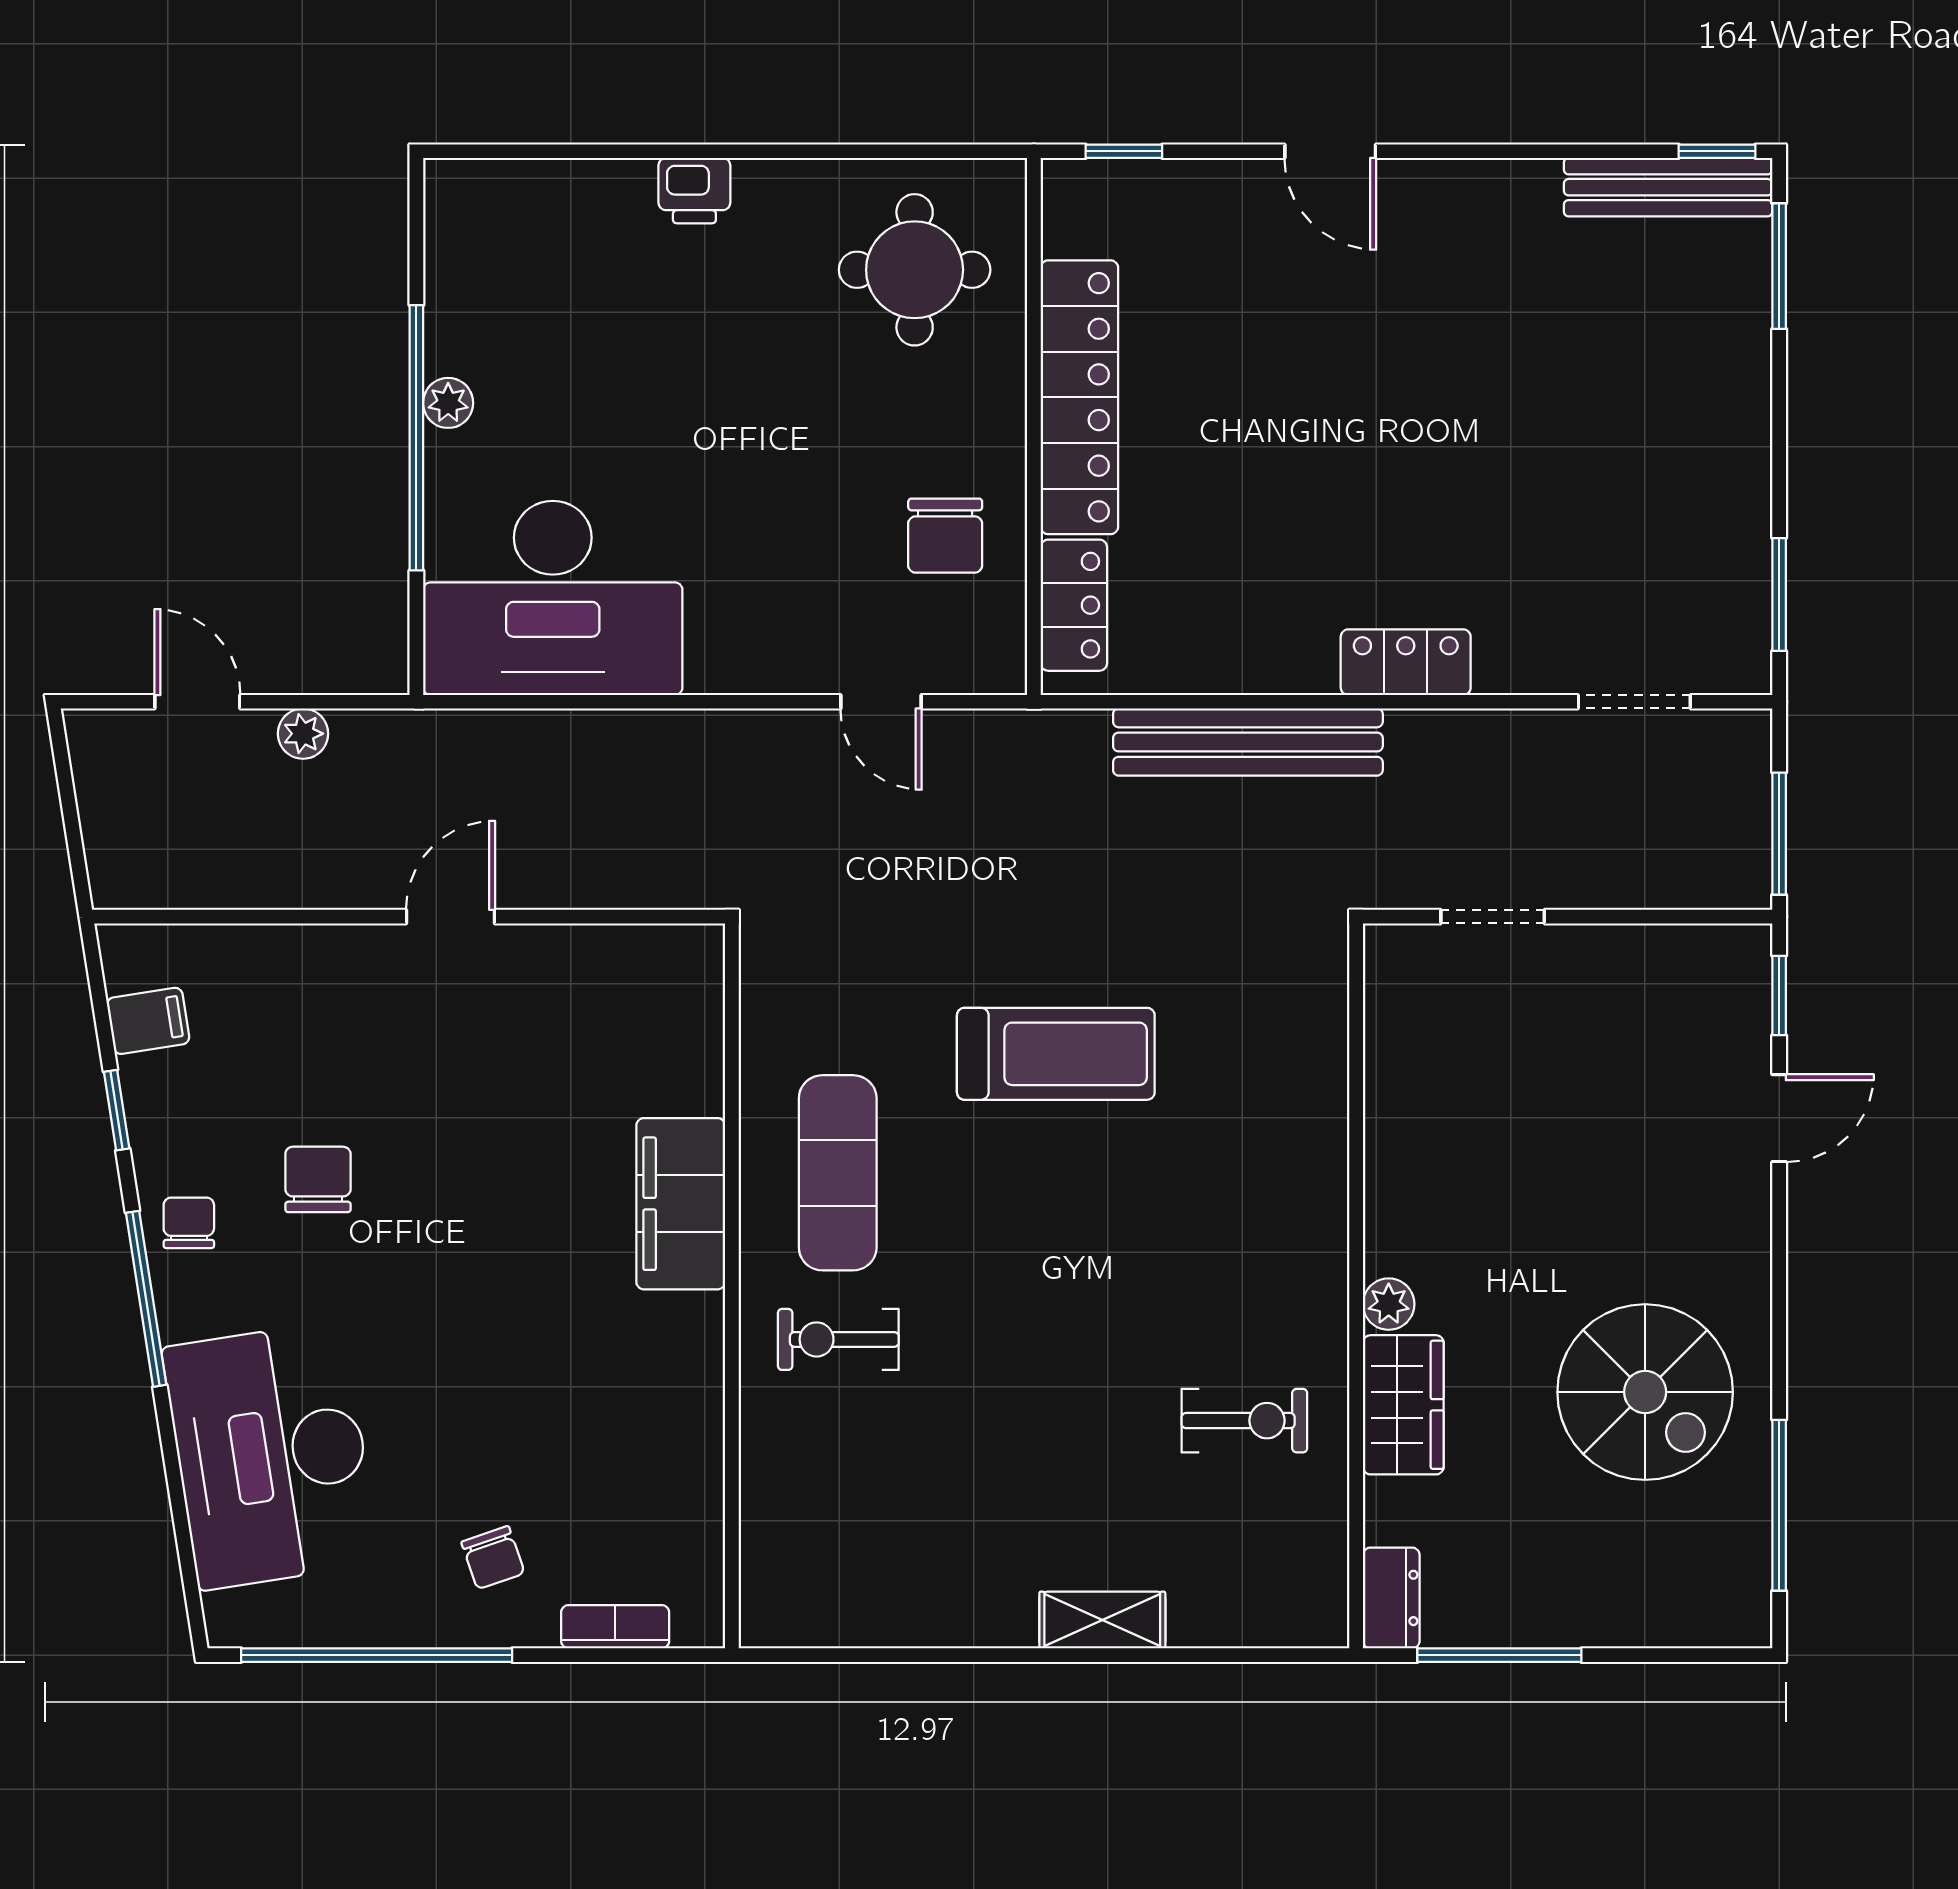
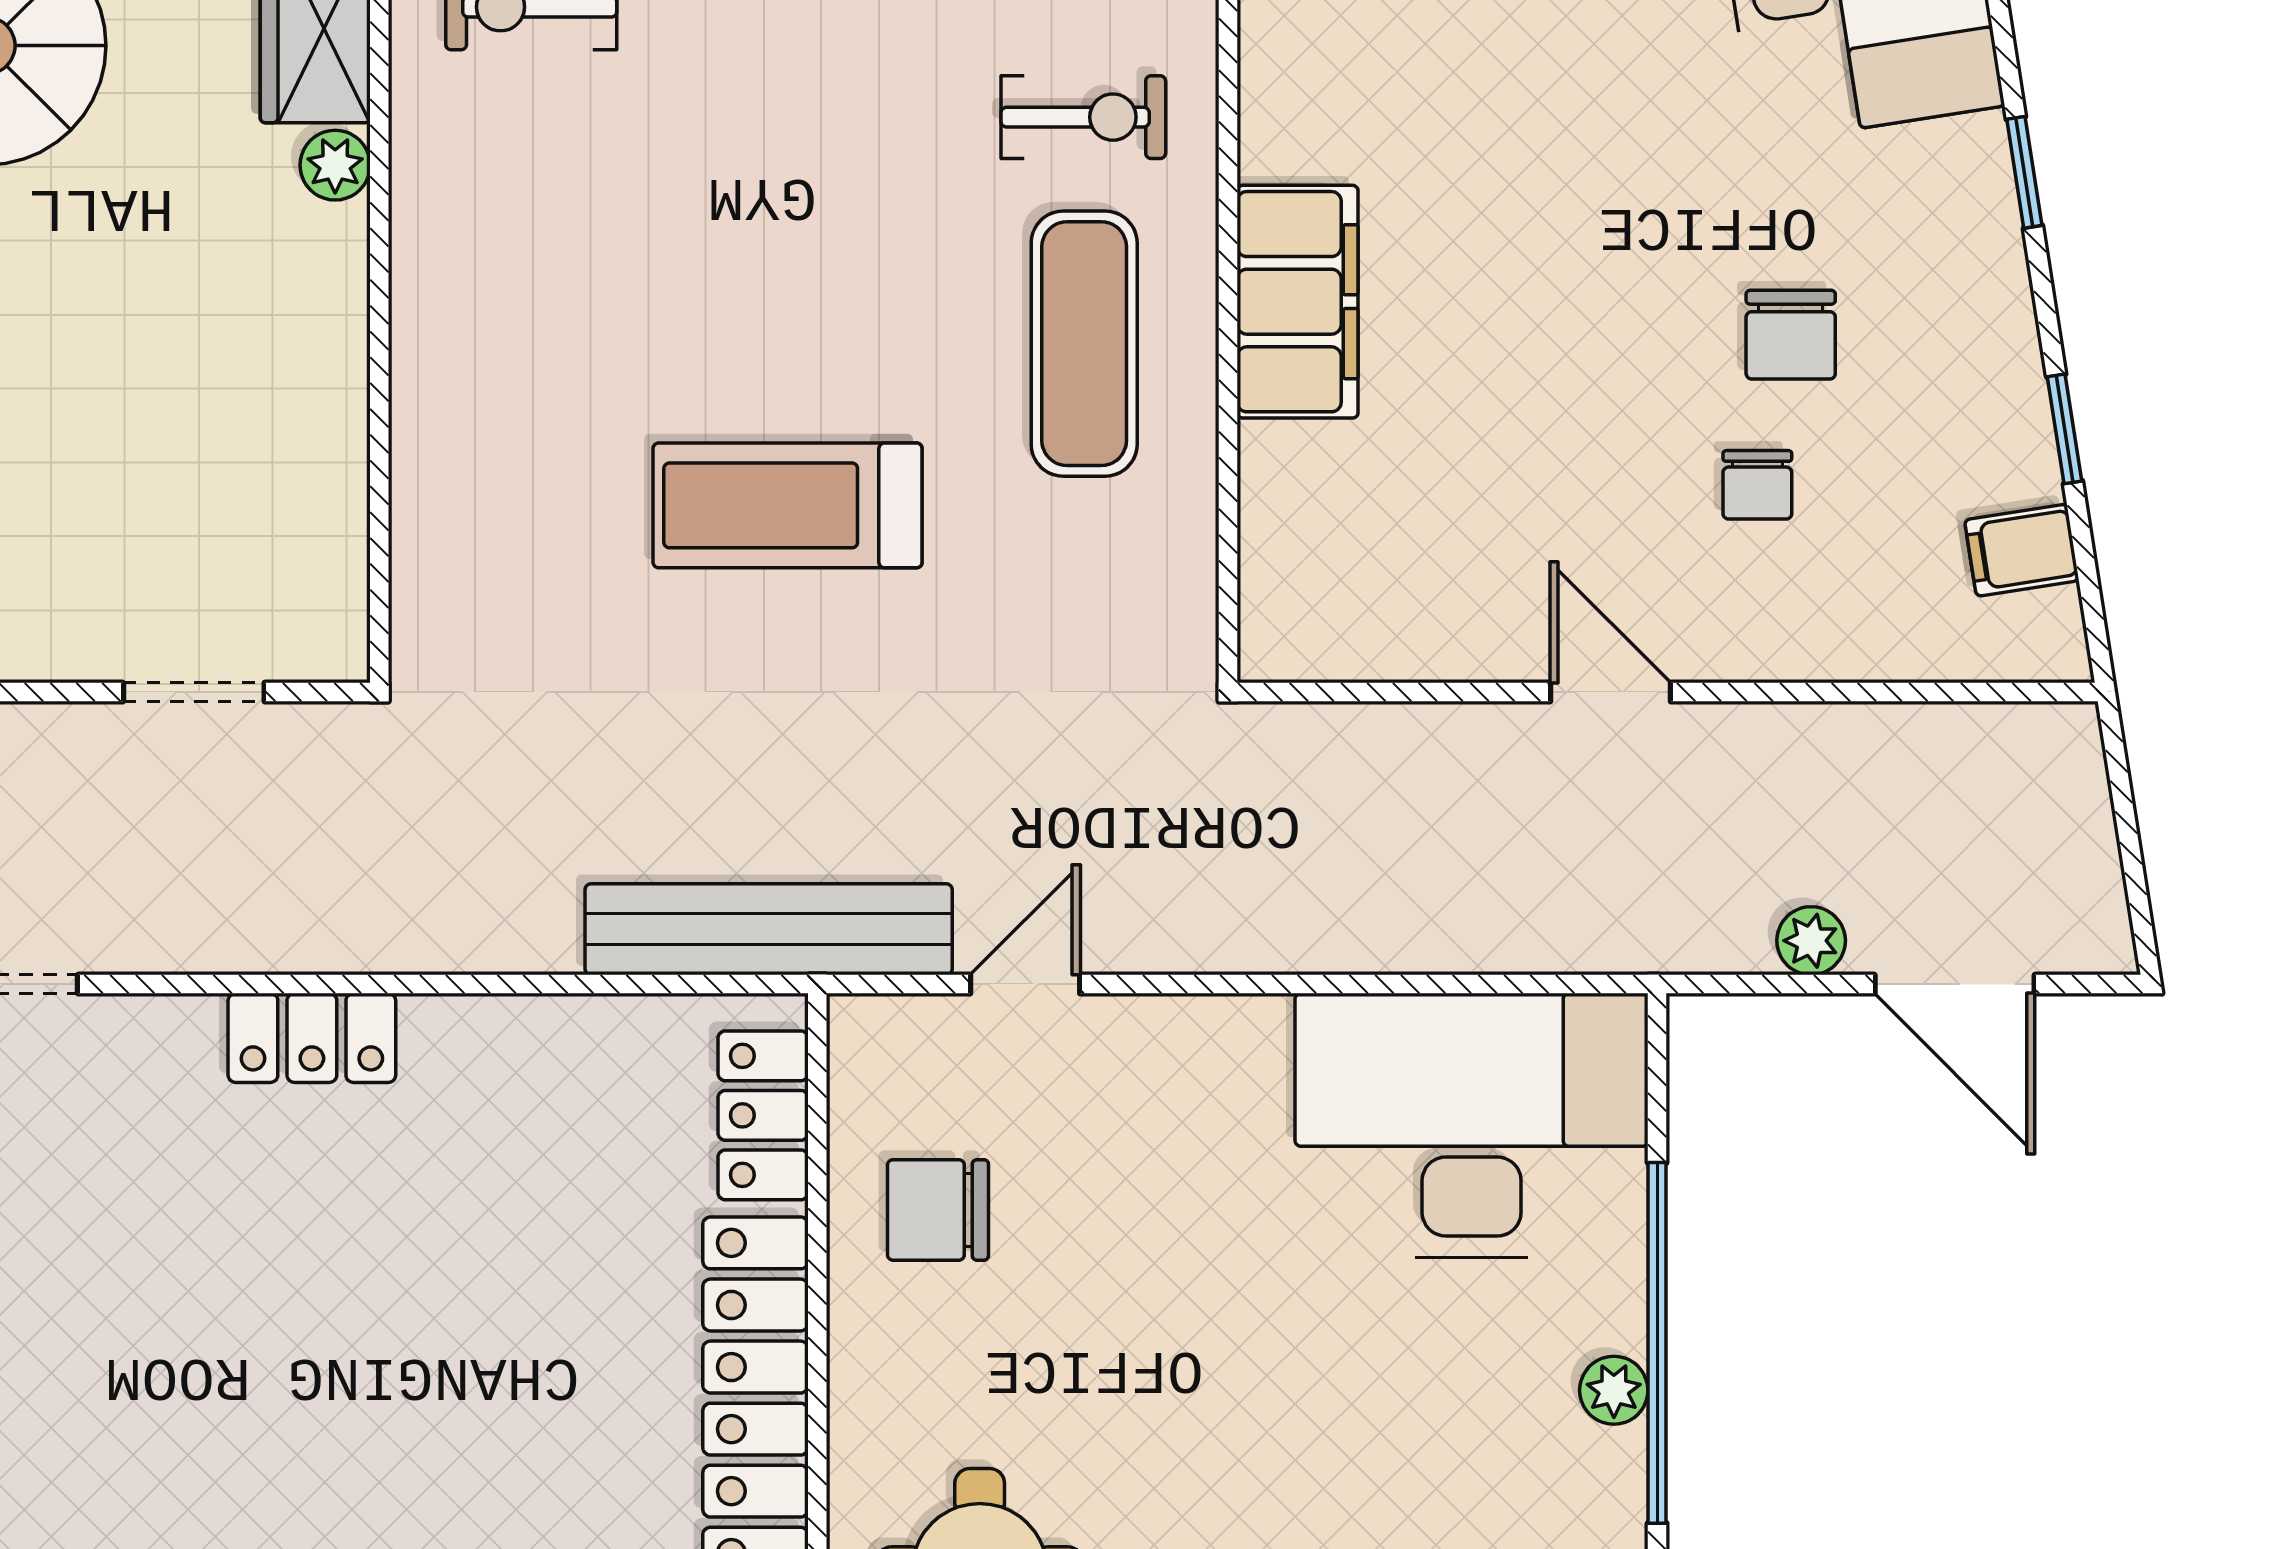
chair: (945, 536) -> (938, 1210), turned -90
door: (197, 702) -> (1955, 984), width x1.37
door: (881, 702) -> (1025, 984), hinge flipped
bench: (1248, 742) -> (769, 929), moved
door: (451, 917) -> (1611, 692), swing flipped
chair: (189, 1223) -> (1757, 485), moved
window: (146, 1299) -> (2024, 172), width x0.46

